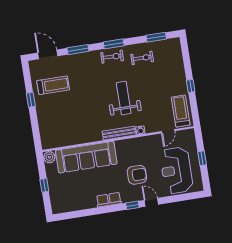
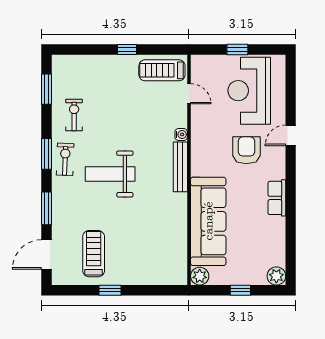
weight bench: (124, 98) -> (110, 174), moved
reception desk: (176, 170) -> (249, 91), turned 90
window: (132, 205) -> (291, 164), removed
plant: (57, 208) -> (276, 276), added

